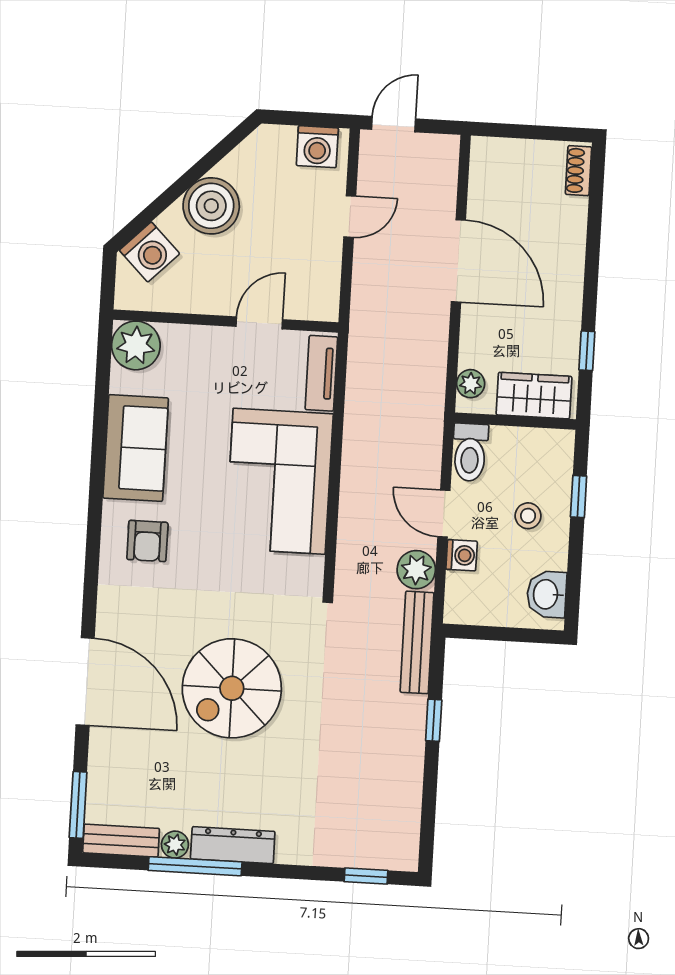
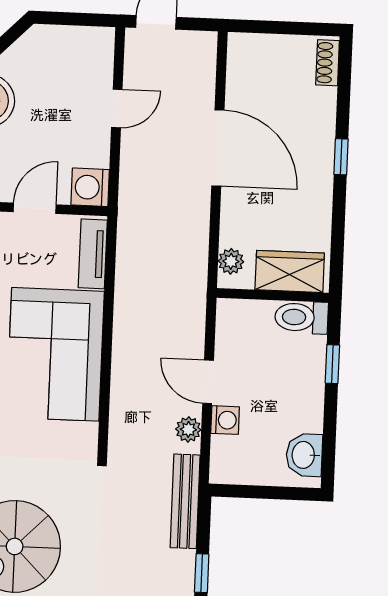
washing machine: (317, 147) -> (90, 187), moved, turned 90
window: (587, 351) -> (341, 157), moved
toilet: (470, 452) -> (301, 317), moved, turned 90
stool: (528, 516) -> (286, 383), removed
plant: (416, 570) -> (188, 429), width x0.73, depth x0.73

